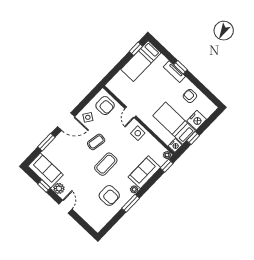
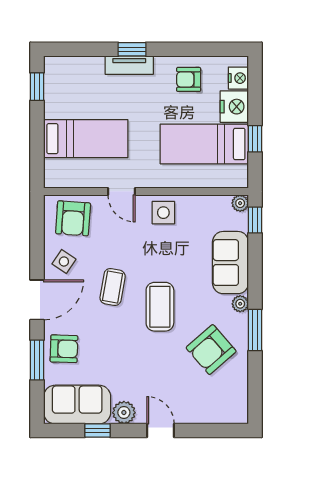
bed: (141, 61) -> (86, 139), moved, turned -90
armchair: (105, 106) -> (73, 218), turned 94
nightstand: (175, 145) -> (238, 78), moved
armchair: (59, 147) -> (64, 349), added
armchair: (109, 195) -> (211, 350), turned 139

